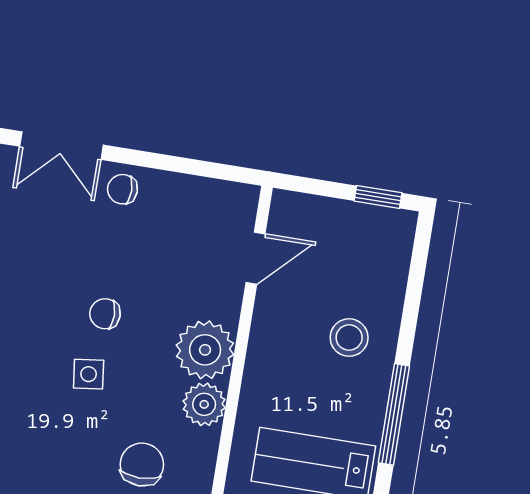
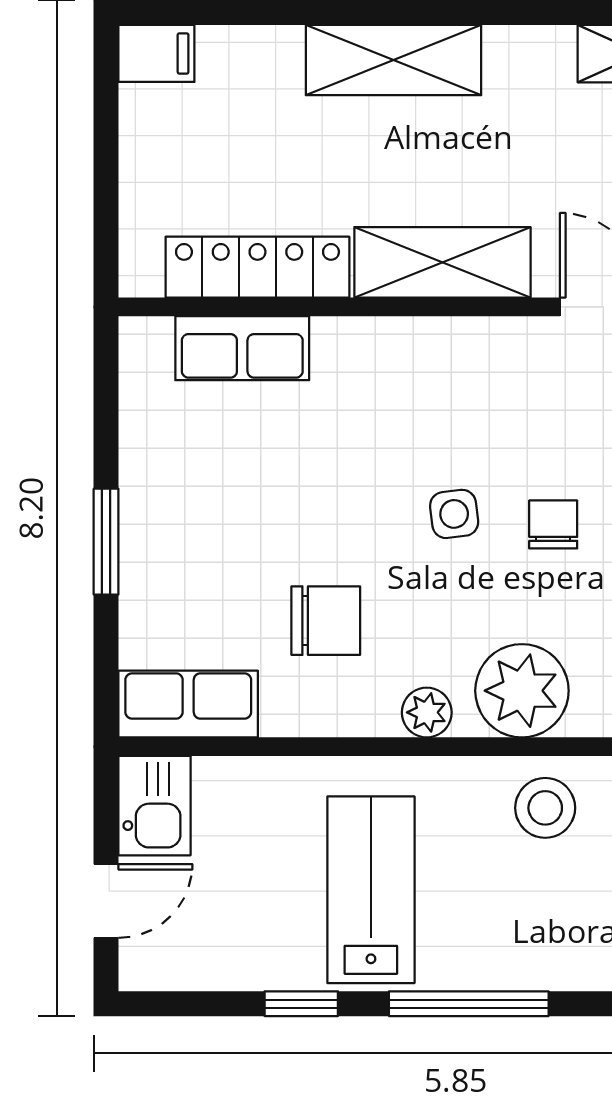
stool: (349, 338) -> (545, 808), moved
plant: (204, 404) -> (427, 712), width x0.73, depth x0.73

